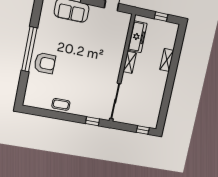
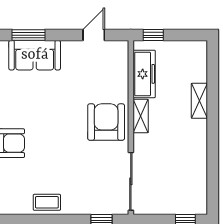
window: (161, 17) -> (153, 35), moved
armchair: (108, 62) -> (106, 122), added

